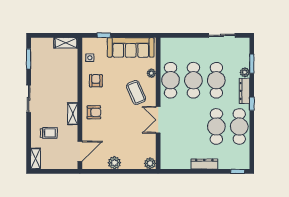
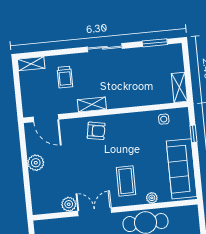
armchair: (96, 81) -> (136, 129), removed
coffee table: (136, 93) -> (126, 181), turned -67
armchair: (94, 112) -> (96, 131), turned -80
plant: (150, 163) -> (69, 204), moved

